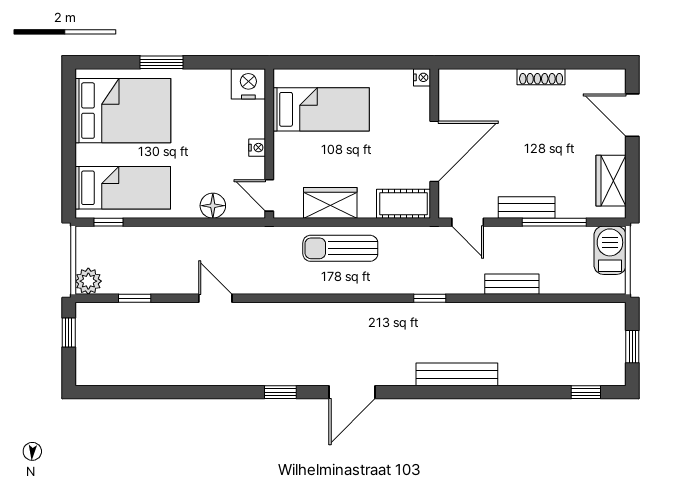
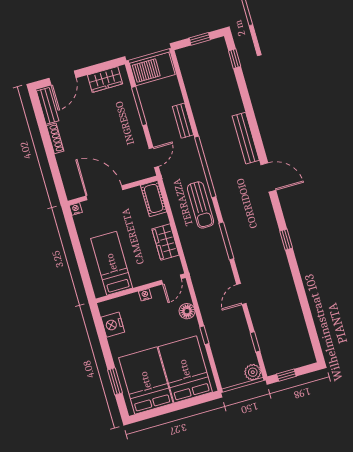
window: (162, 62) -> (115, 381), moved
nightstand: (248, 84) -> (113, 325), moved
door: (434, 151) -> (104, 193), moved
bed: (123, 188) -> (185, 369), width x1.50
bench: (527, 207) -> (48, 106), moved
window: (109, 222) -> (204, 335), moved
sun lounger: (340, 248) -> (201, 205), moved
barbecue: (610, 250) -> (152, 69), width x1.37, depth x1.21
window: (305, 298) -> (226, 241), added
window: (430, 298) -> (205, 167), width x3.17
door: (352, 392) -> (268, 177), moved

